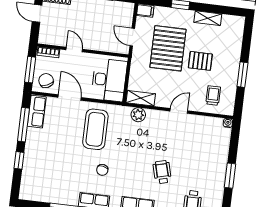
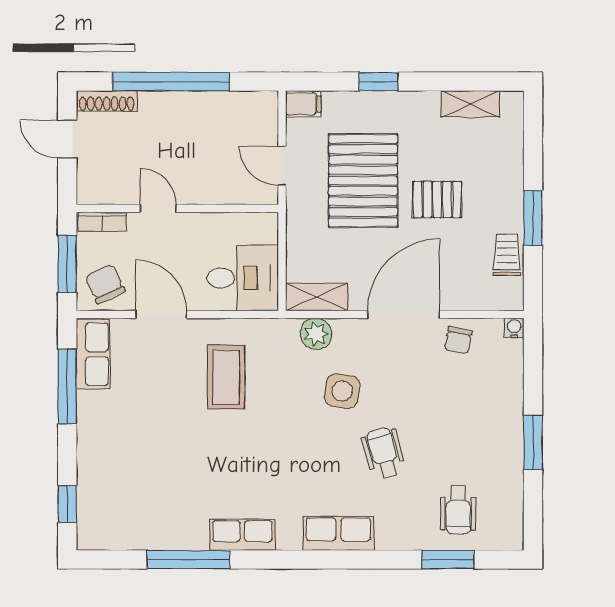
shelving: (208, 18) -> (470, 104), moved
desk: (109, 80) -> (243, 278), width x0.73
trolley: (213, 96) -> (507, 255), moved
door: (179, 111) -> (404, 315), width x1.87
coffee table: (95, 129) -> (226, 377), width x0.73, depth x0.76
side table: (147, 142) -> (342, 391), added
window: (19, 160) -> (67, 504), moved
chair: (102, 170) -> (458, 340), moved

